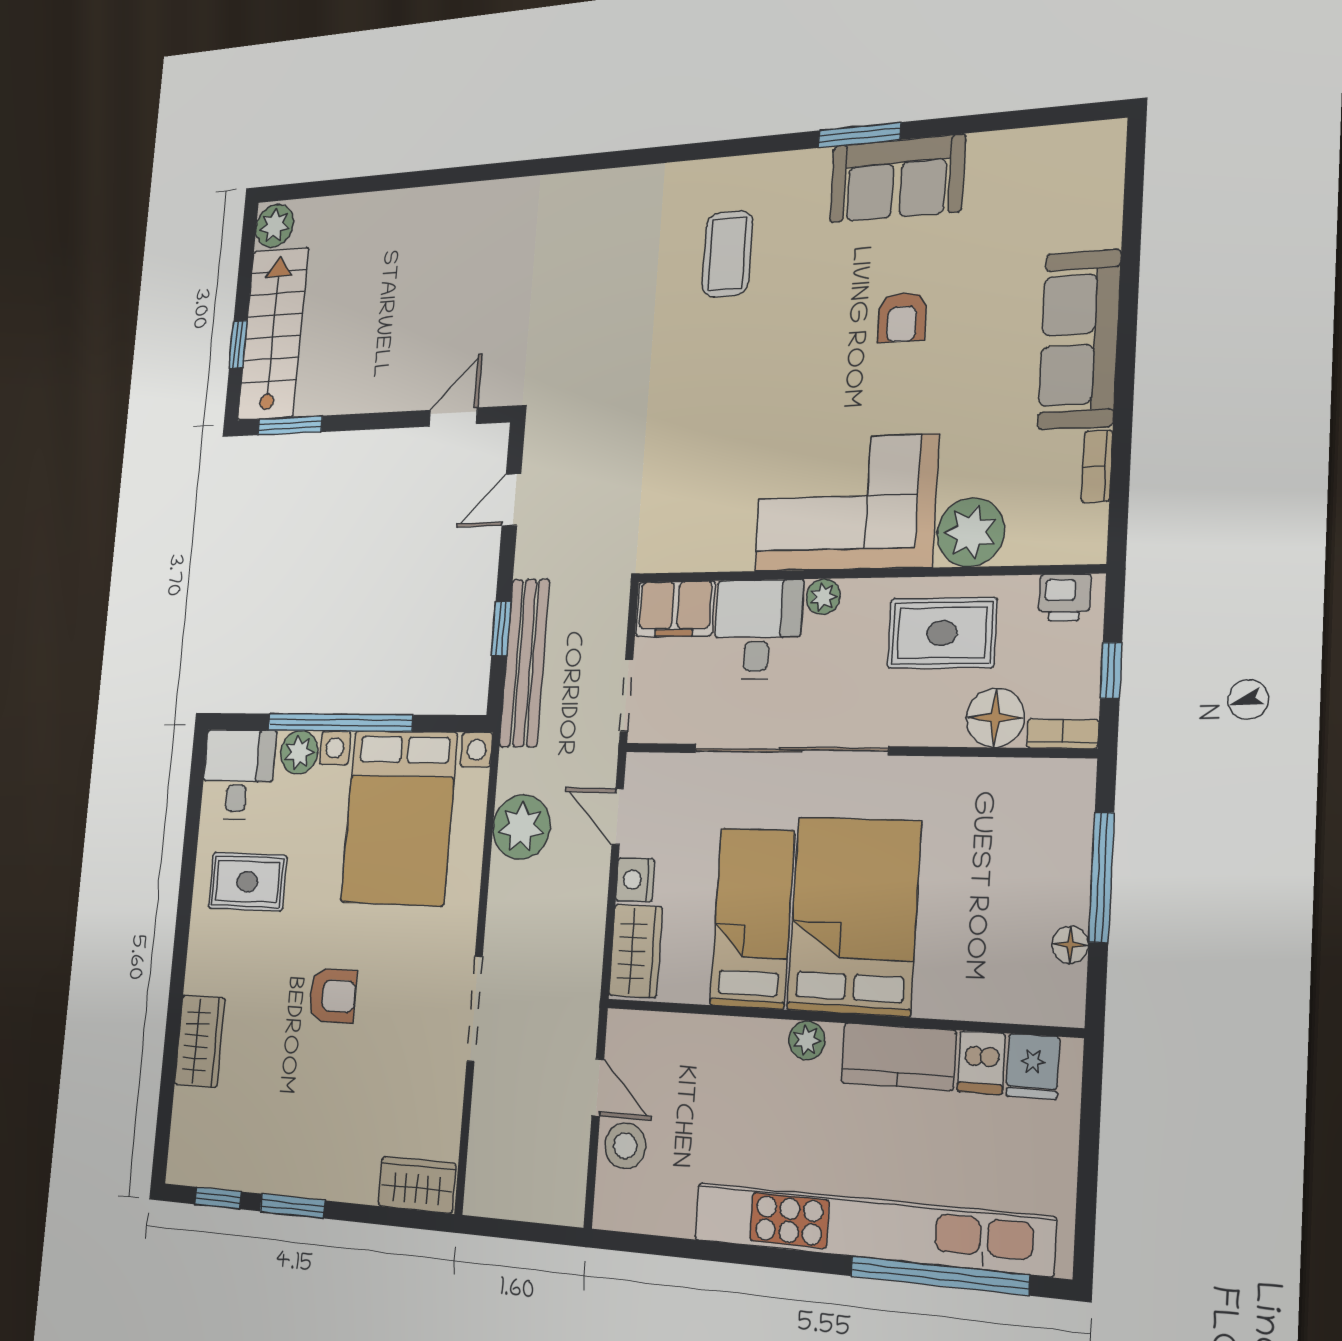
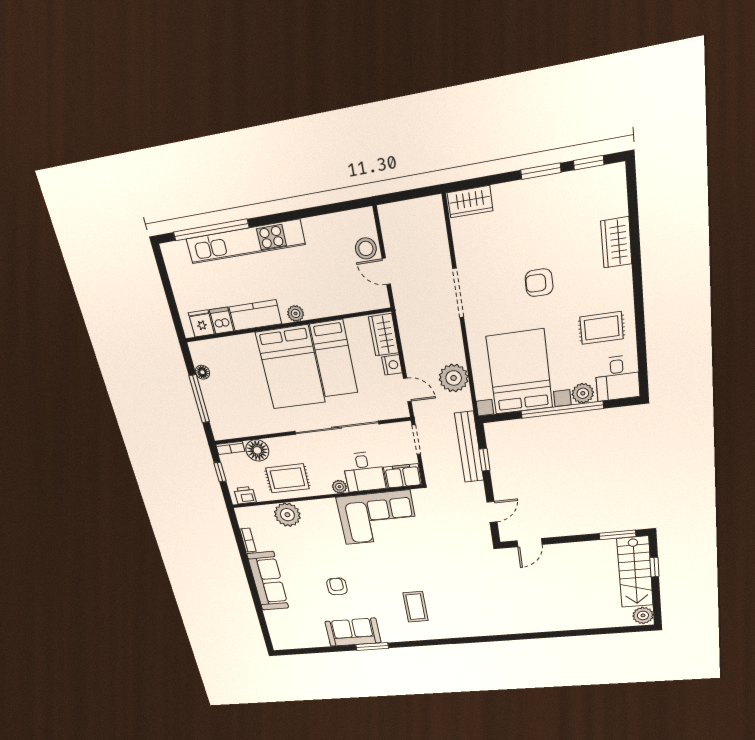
corner sofa: (846, 503) -> (377, 518), moved
kitchen unit: (870, 1228) -> (245, 242), width x0.73

